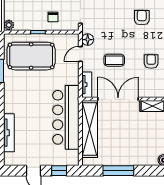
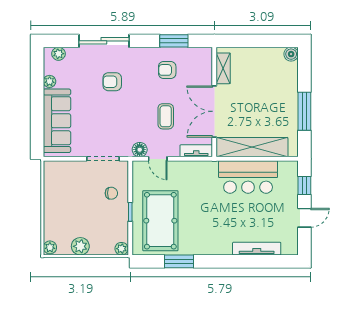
bar counter: (66, 117) -> (248, 177), width x0.73

